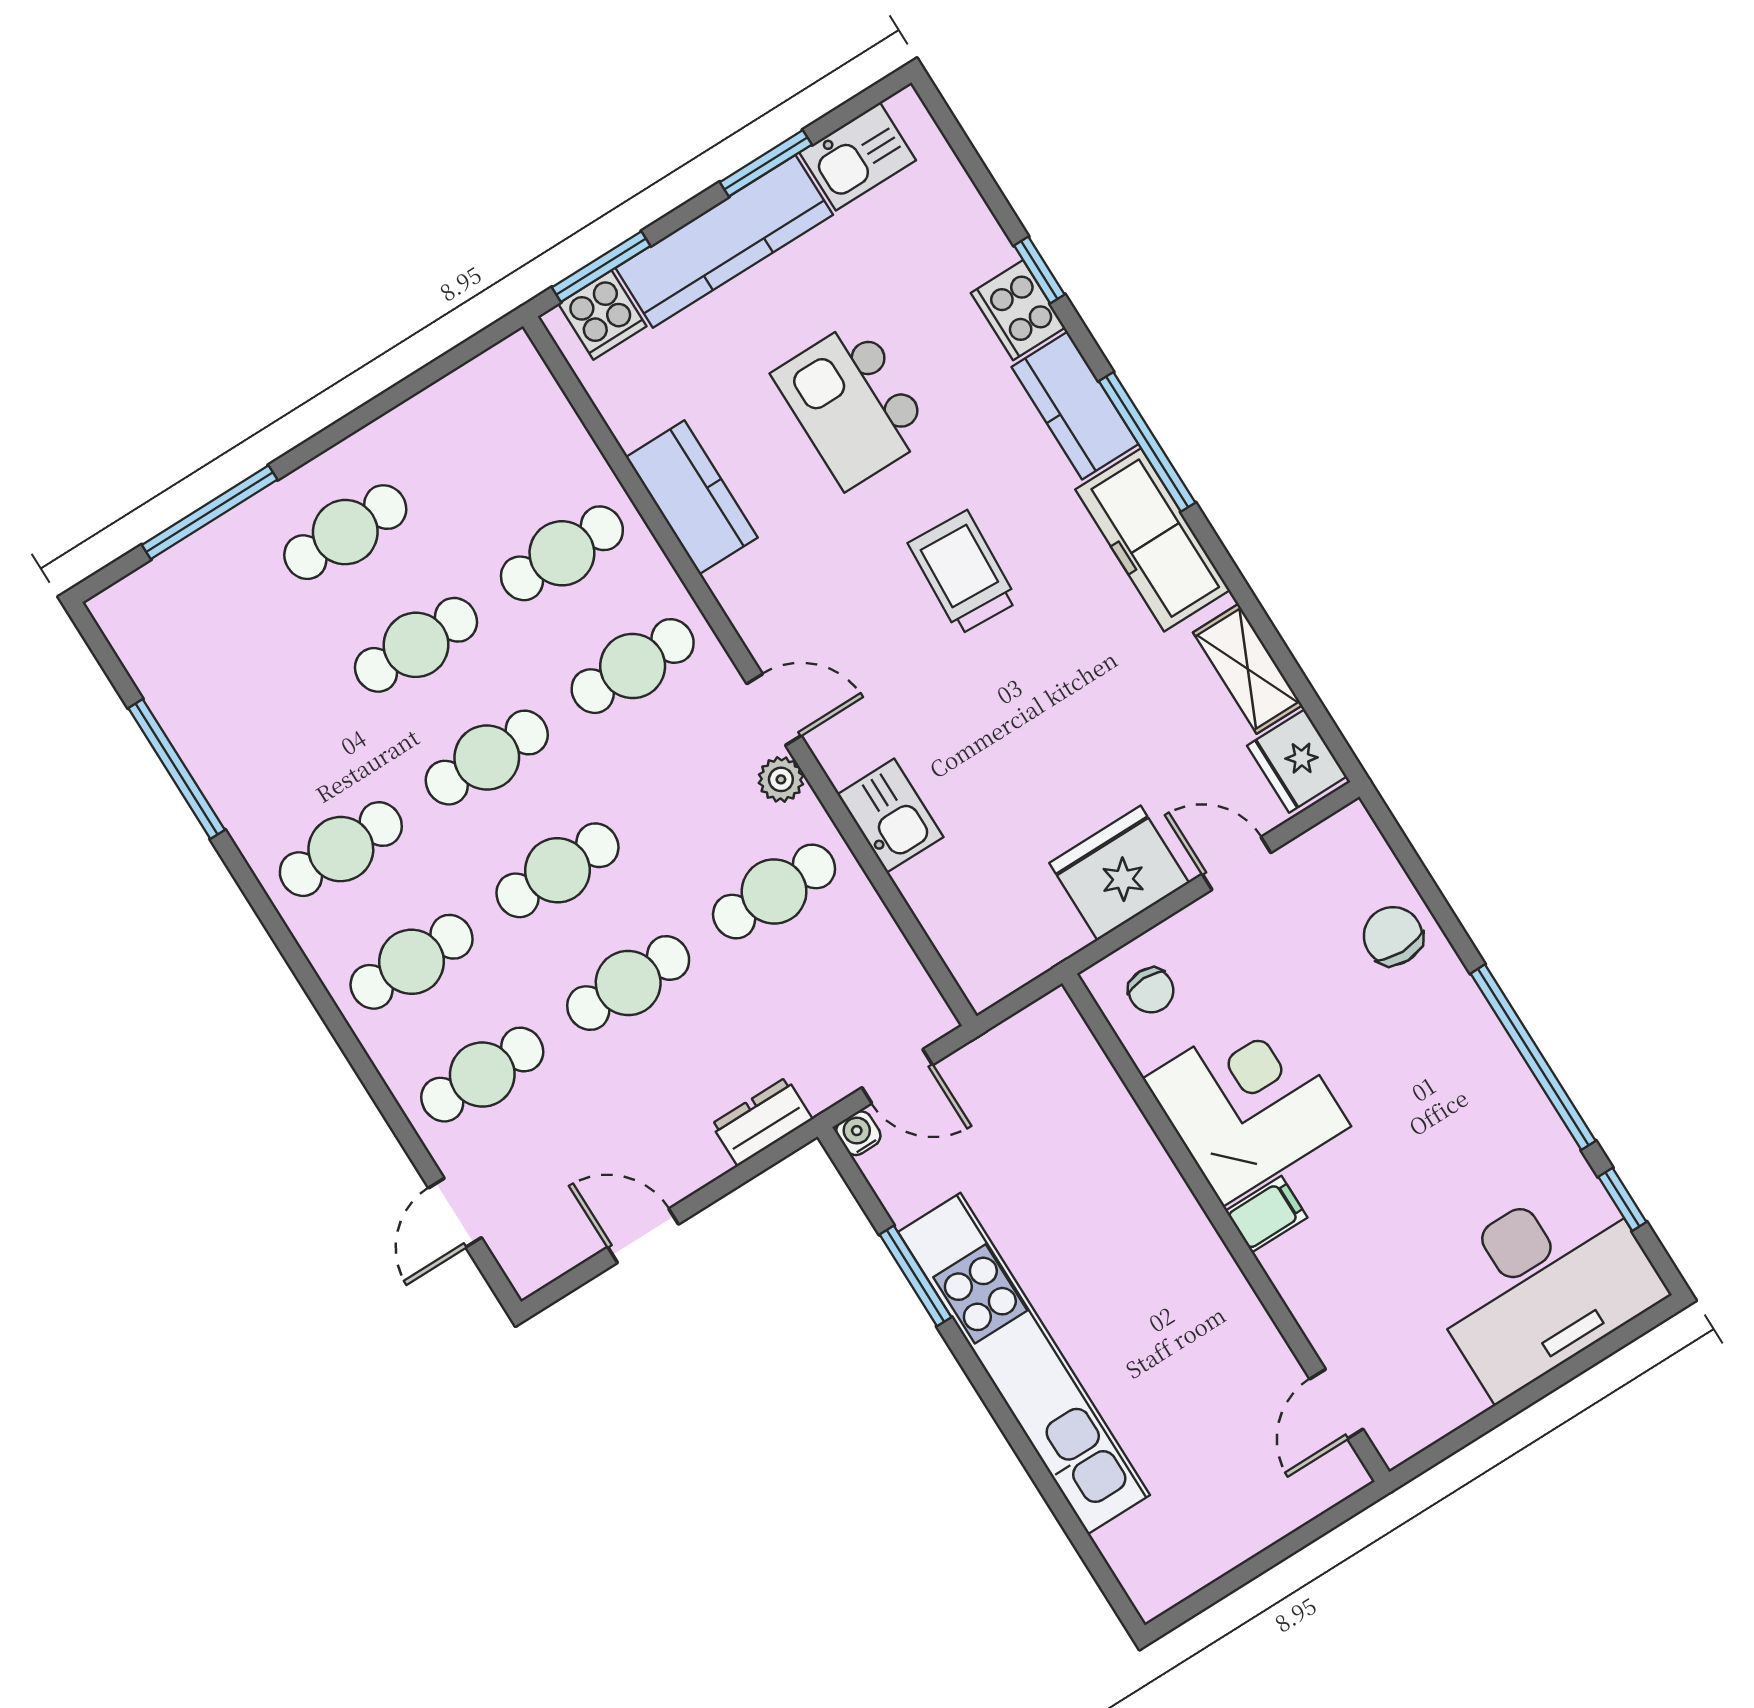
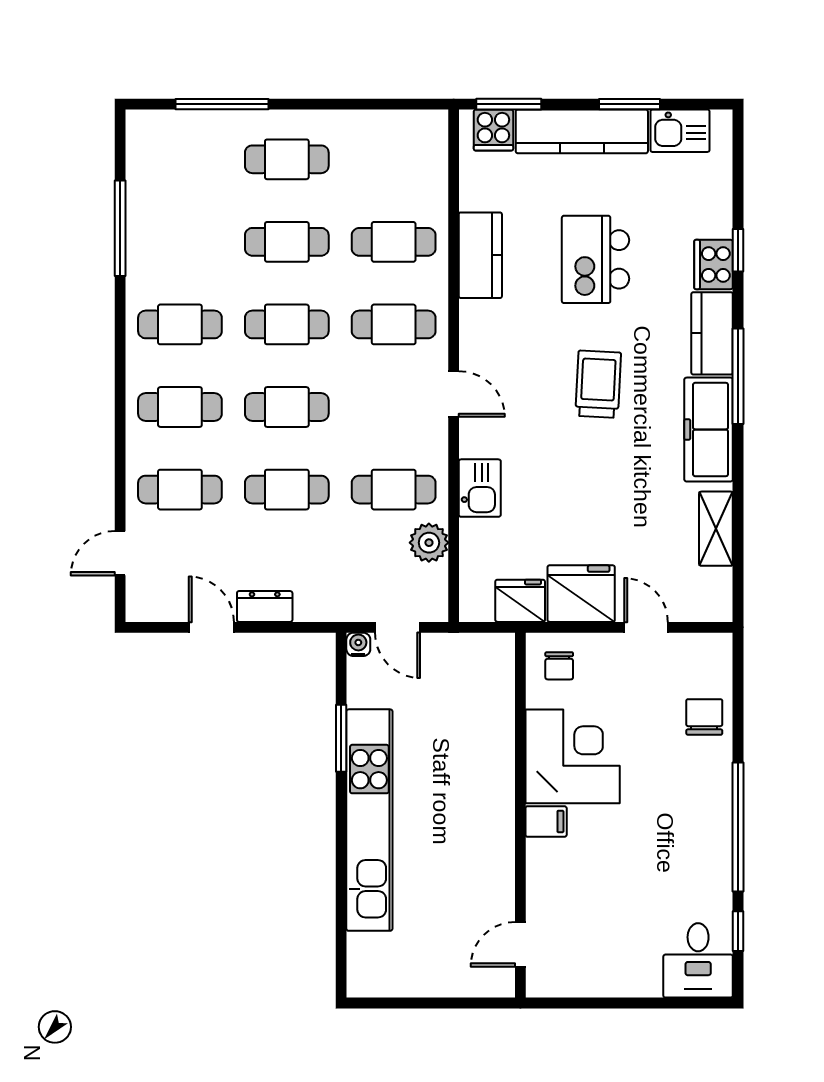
fridge: (1297, 761) -> (520, 601), moved, turned 90
plant: (781, 779) -> (429, 543), moved, width x1.38, depth x1.38
dresser: (762, 1122) -> (265, 606), moved
desk: (1542, 1284) -> (698, 960), width x0.53, depth x0.77

